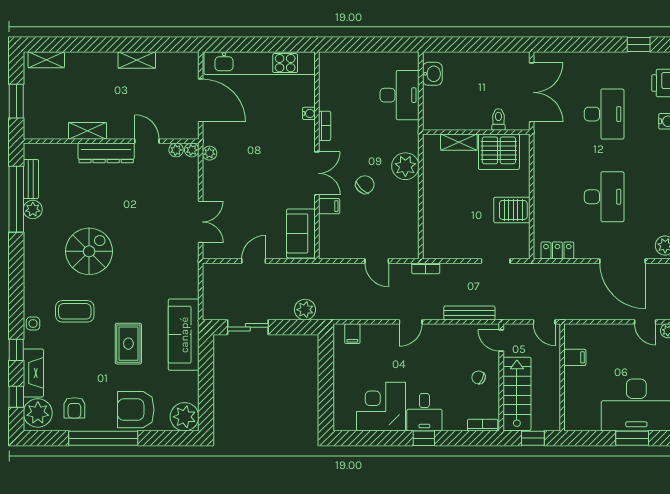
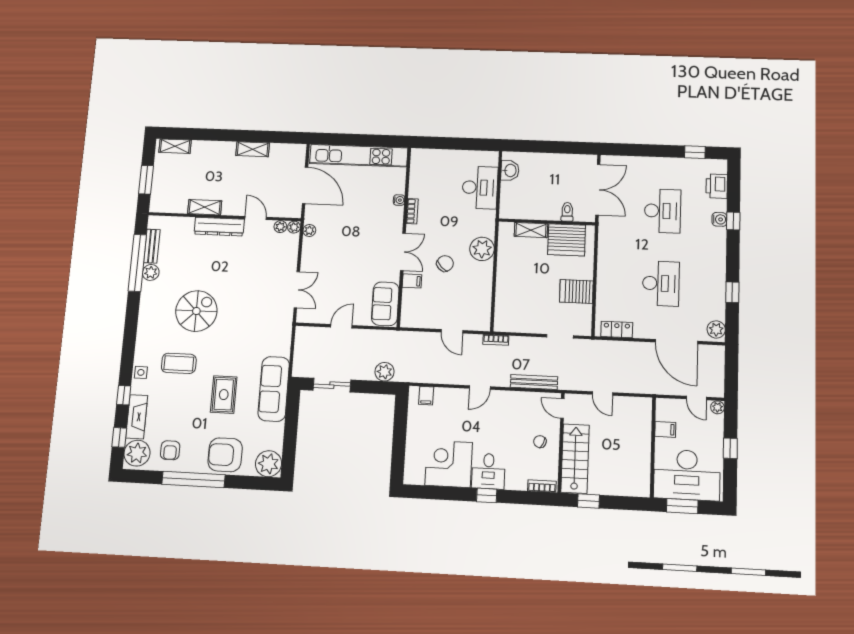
filing cabinet: (575, 357) -> (665, 429), moved
wall: (562, 377) -> (653, 447), moved

